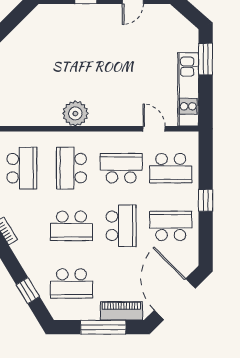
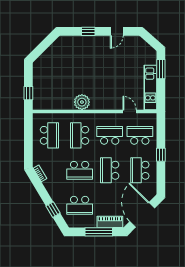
school desk: (171, 168) -> (140, 135), turned 180
school desk: (121, 226) -> (110, 170), turned 180
school desk: (171, 226) -> (140, 170), turned -90

